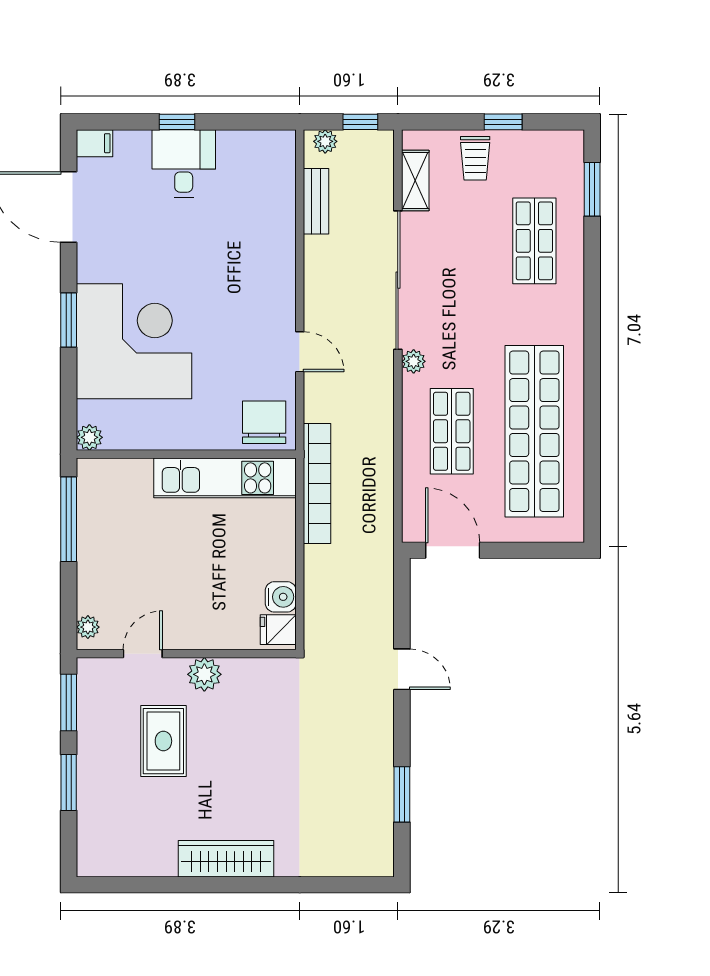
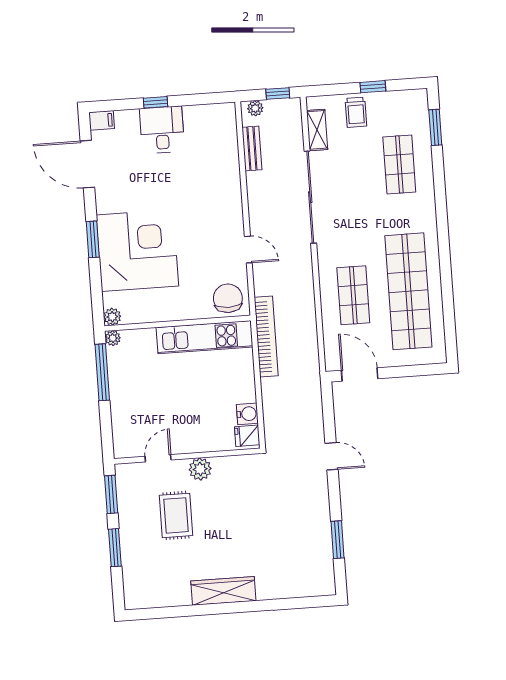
plant: (414, 361) -> (325, 251), removed
plant: (88, 627) -> (113, 338), moved

